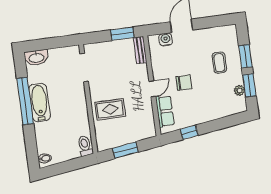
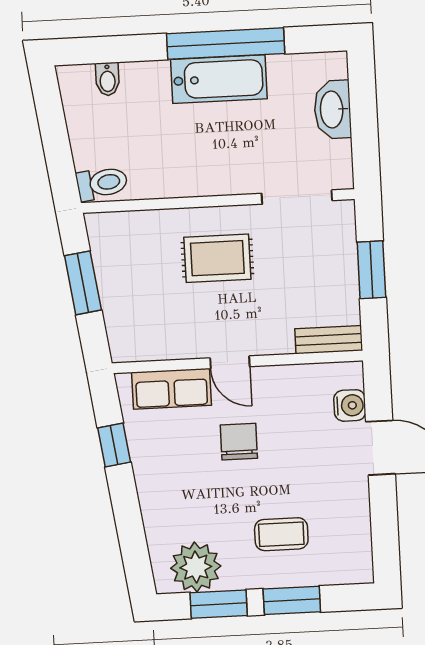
window: (122, 34) -> (371, 270), moved
washbasin: (36, 58) -> (333, 109), moved
chair: (184, 83) -> (239, 442), turned 180
plant: (239, 90) -> (196, 567), width x1.88, depth x1.88
rug: (110, 109) -> (217, 258), moved, turned 90
bidet: (45, 158) -> (108, 79), moved

